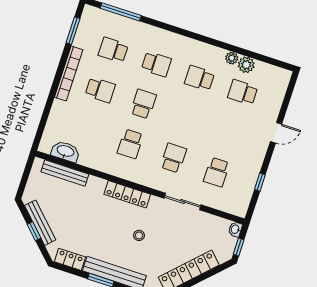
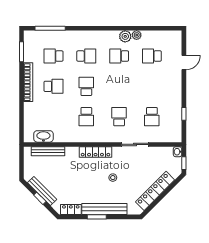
plant: (246, 65) -> (125, 36), moved
door: (276, 133) -> (184, 62), moved

